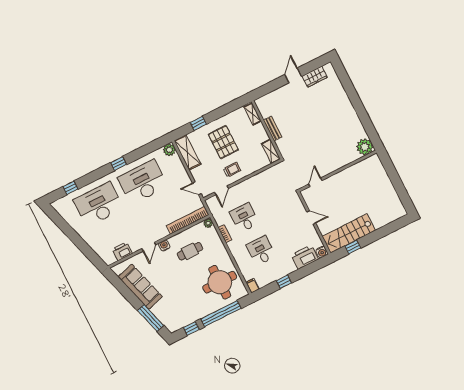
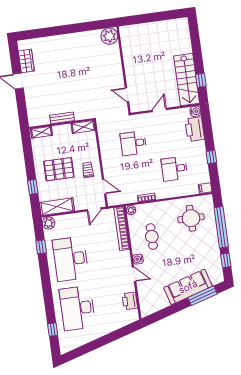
window: (119, 164) -> (41, 247), moved
desk: (244, 218) -> (133, 143), moved
round table: (220, 282) -> (191, 218), width x0.73, depth x0.73
sofa: (140, 287) -> (188, 287), moved

